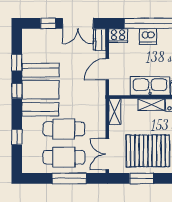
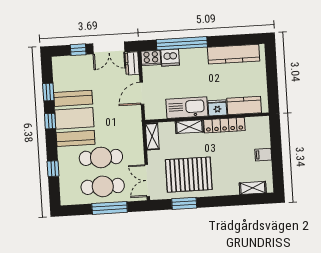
dishwasher: (148, 36) -> (170, 58), moved

